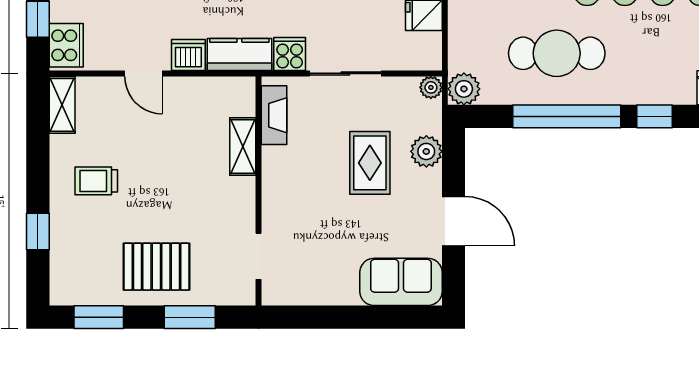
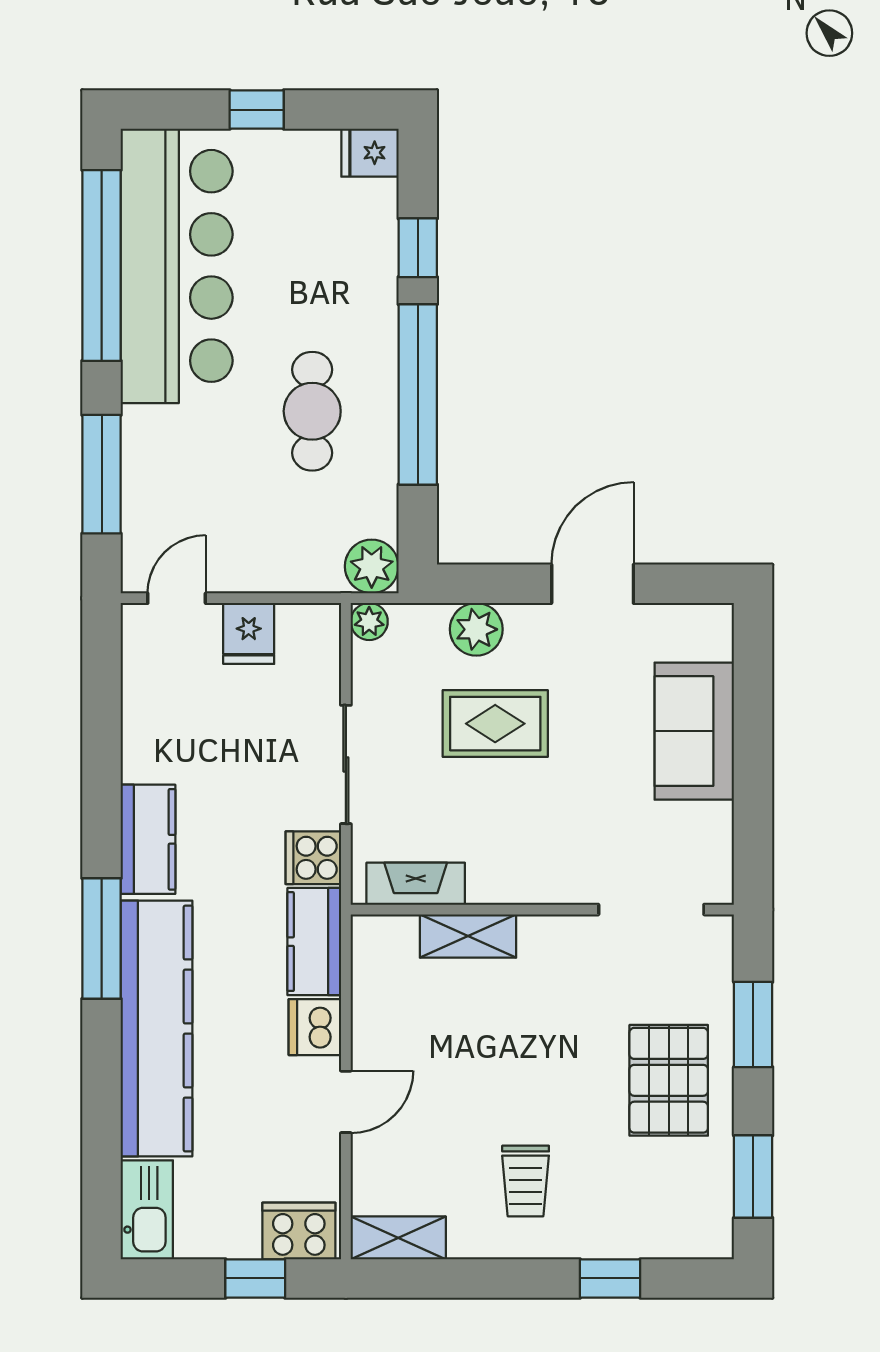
cafe table: (557, 53) -> (312, 411), width x0.73, depth x0.74
doorway: (259, 256) -> (651, 910), width x1.38
sofa: (401, 282) -> (694, 731), moved

